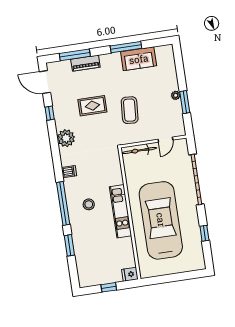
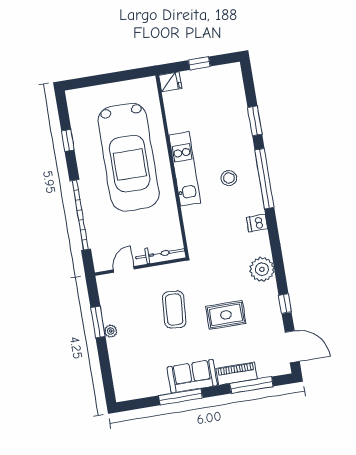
sofa: (139, 59) -> (192, 376), moved

